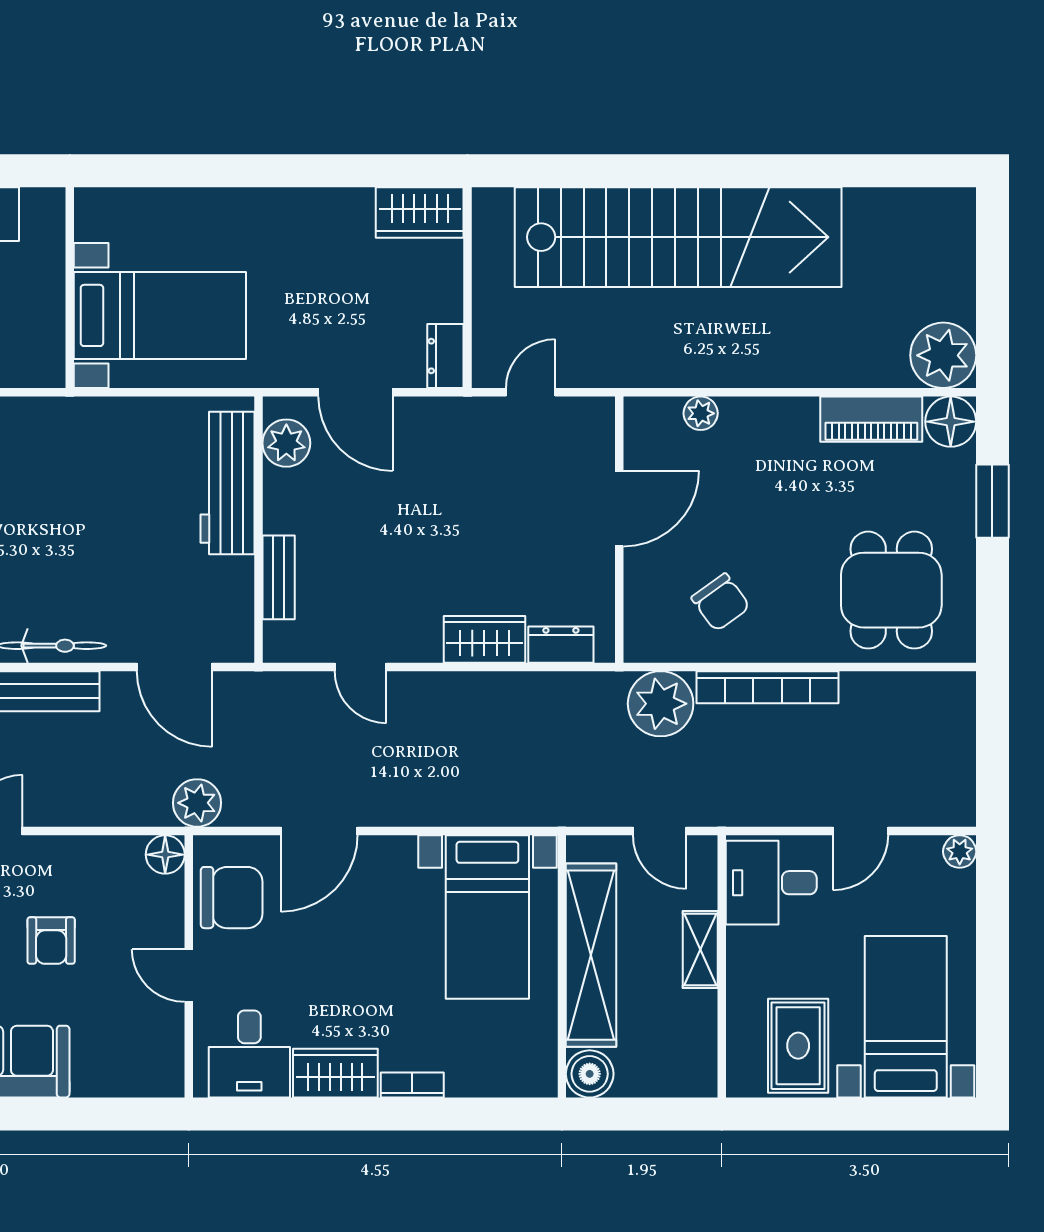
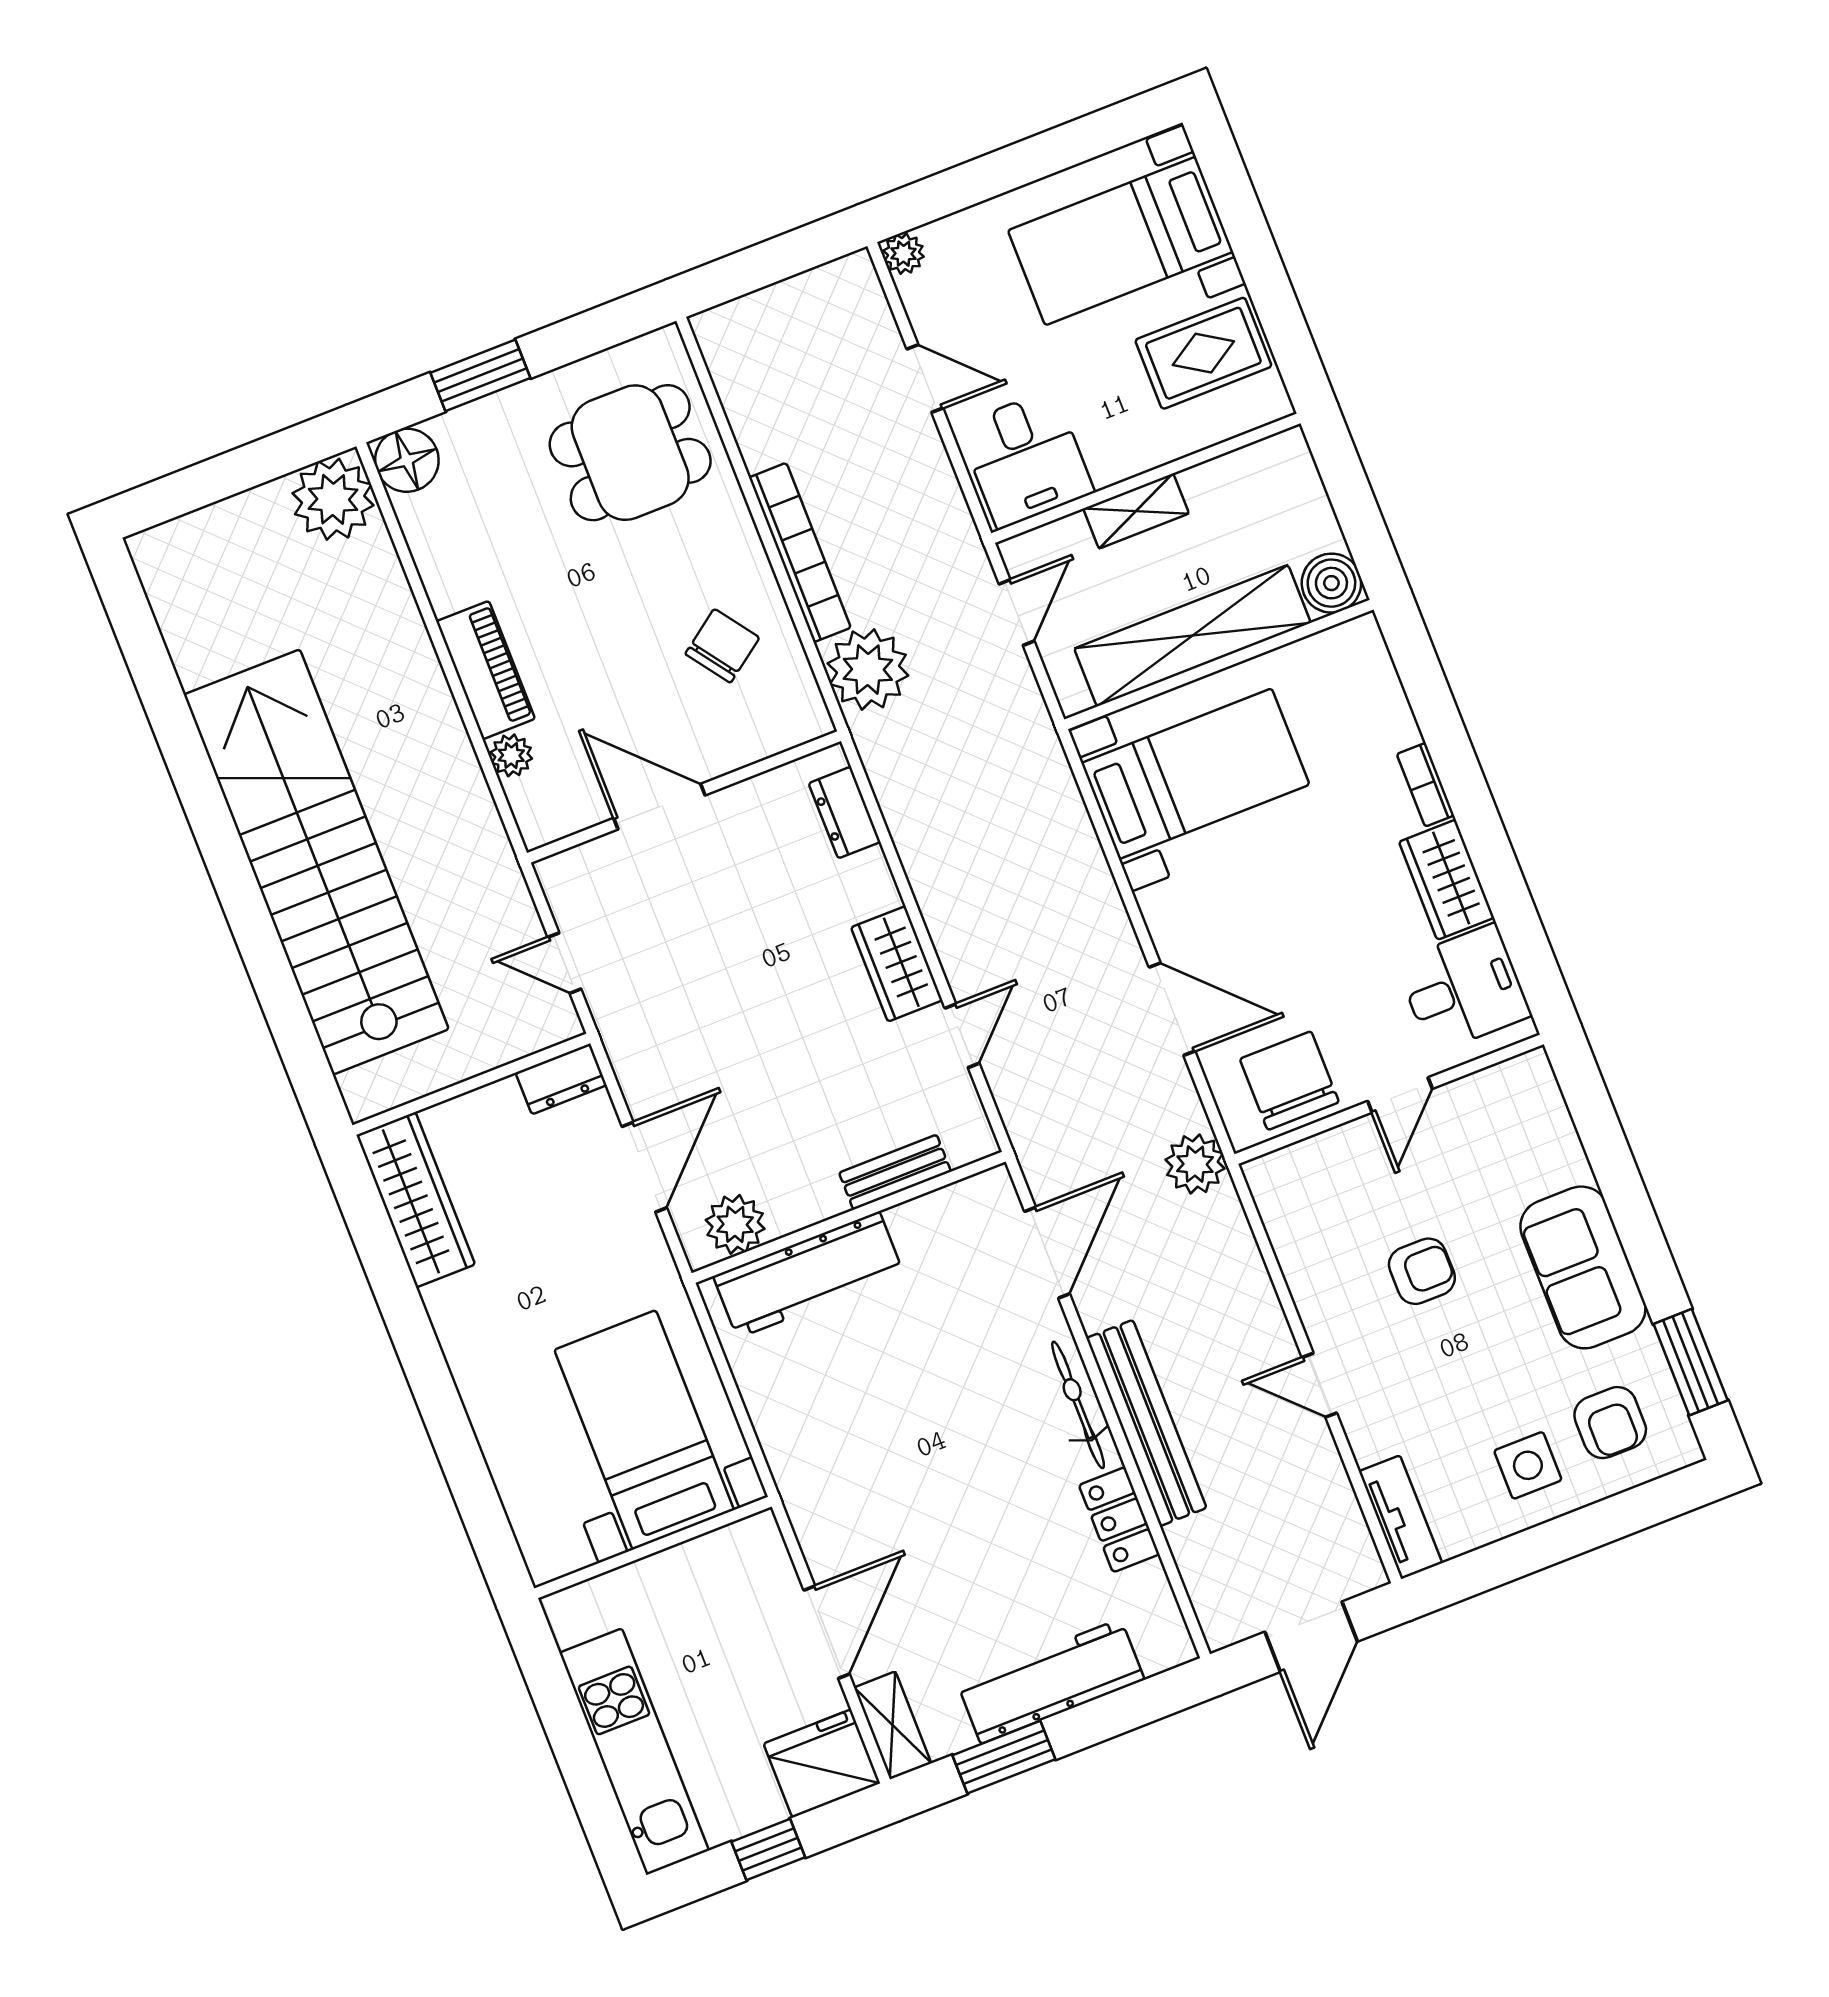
wardrobe: (420, 213) -> (416, 1200), width x1.50
piano: (871, 419) -> (486, 670), moved
wardrobe: (484, 639) -> (897, 964), moved
floor lamp: (165, 855) -> (1270, 1178), removed

